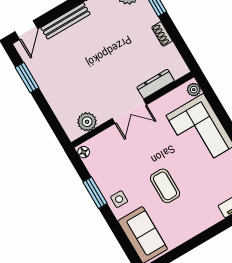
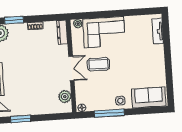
dresser: (156, 84) -> (62, 32), moved
coffee table: (165, 186) -> (98, 64), moved
window: (95, 193) -> (109, 113), width x1.44

